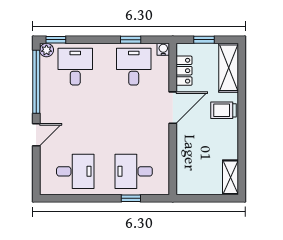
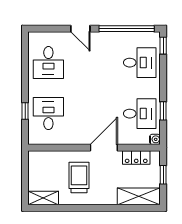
plant: (46, 50) -> (154, 38), removed
door: (173, 108) -> (104, 148), swing flipped
trolley: (223, 110) -> (79, 177), moved, width x1.36, depth x1.39

